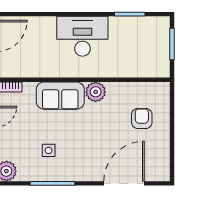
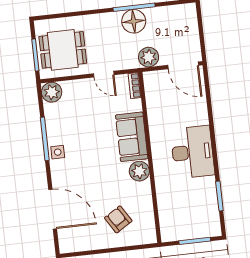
armchair: (142, 118) -> (118, 219), turned -122
side table: (49, 150) -> (58, 152), moved

